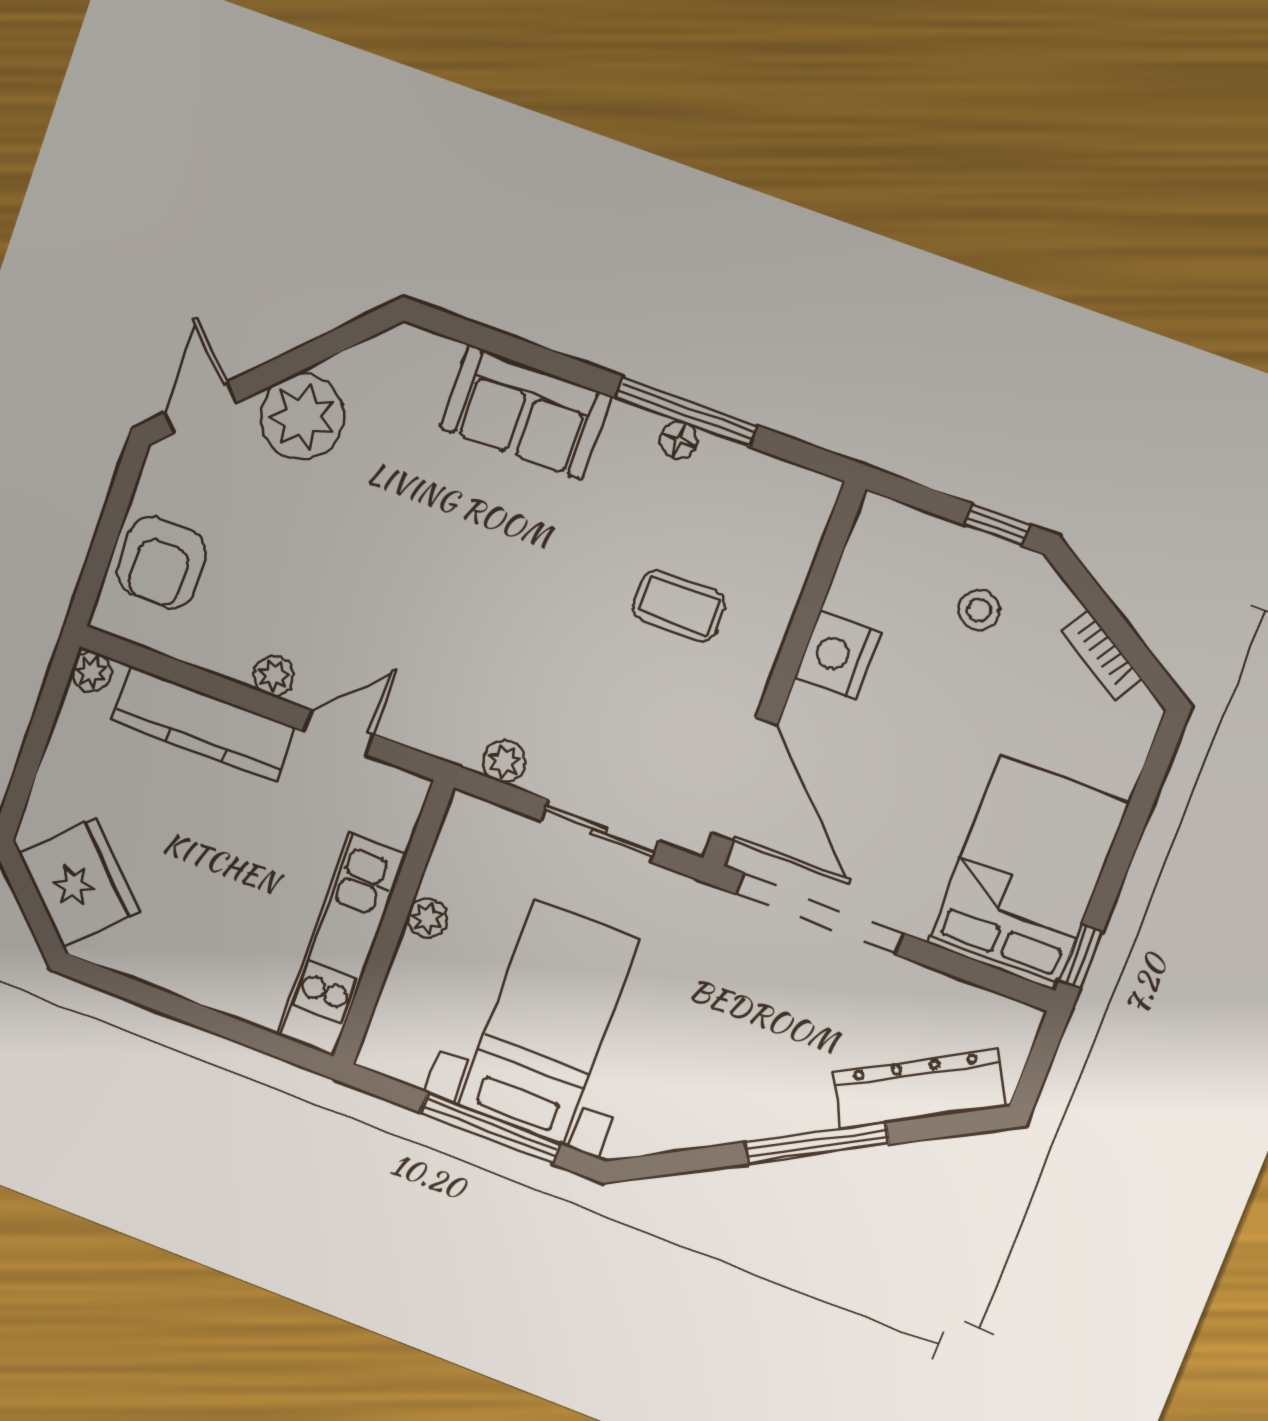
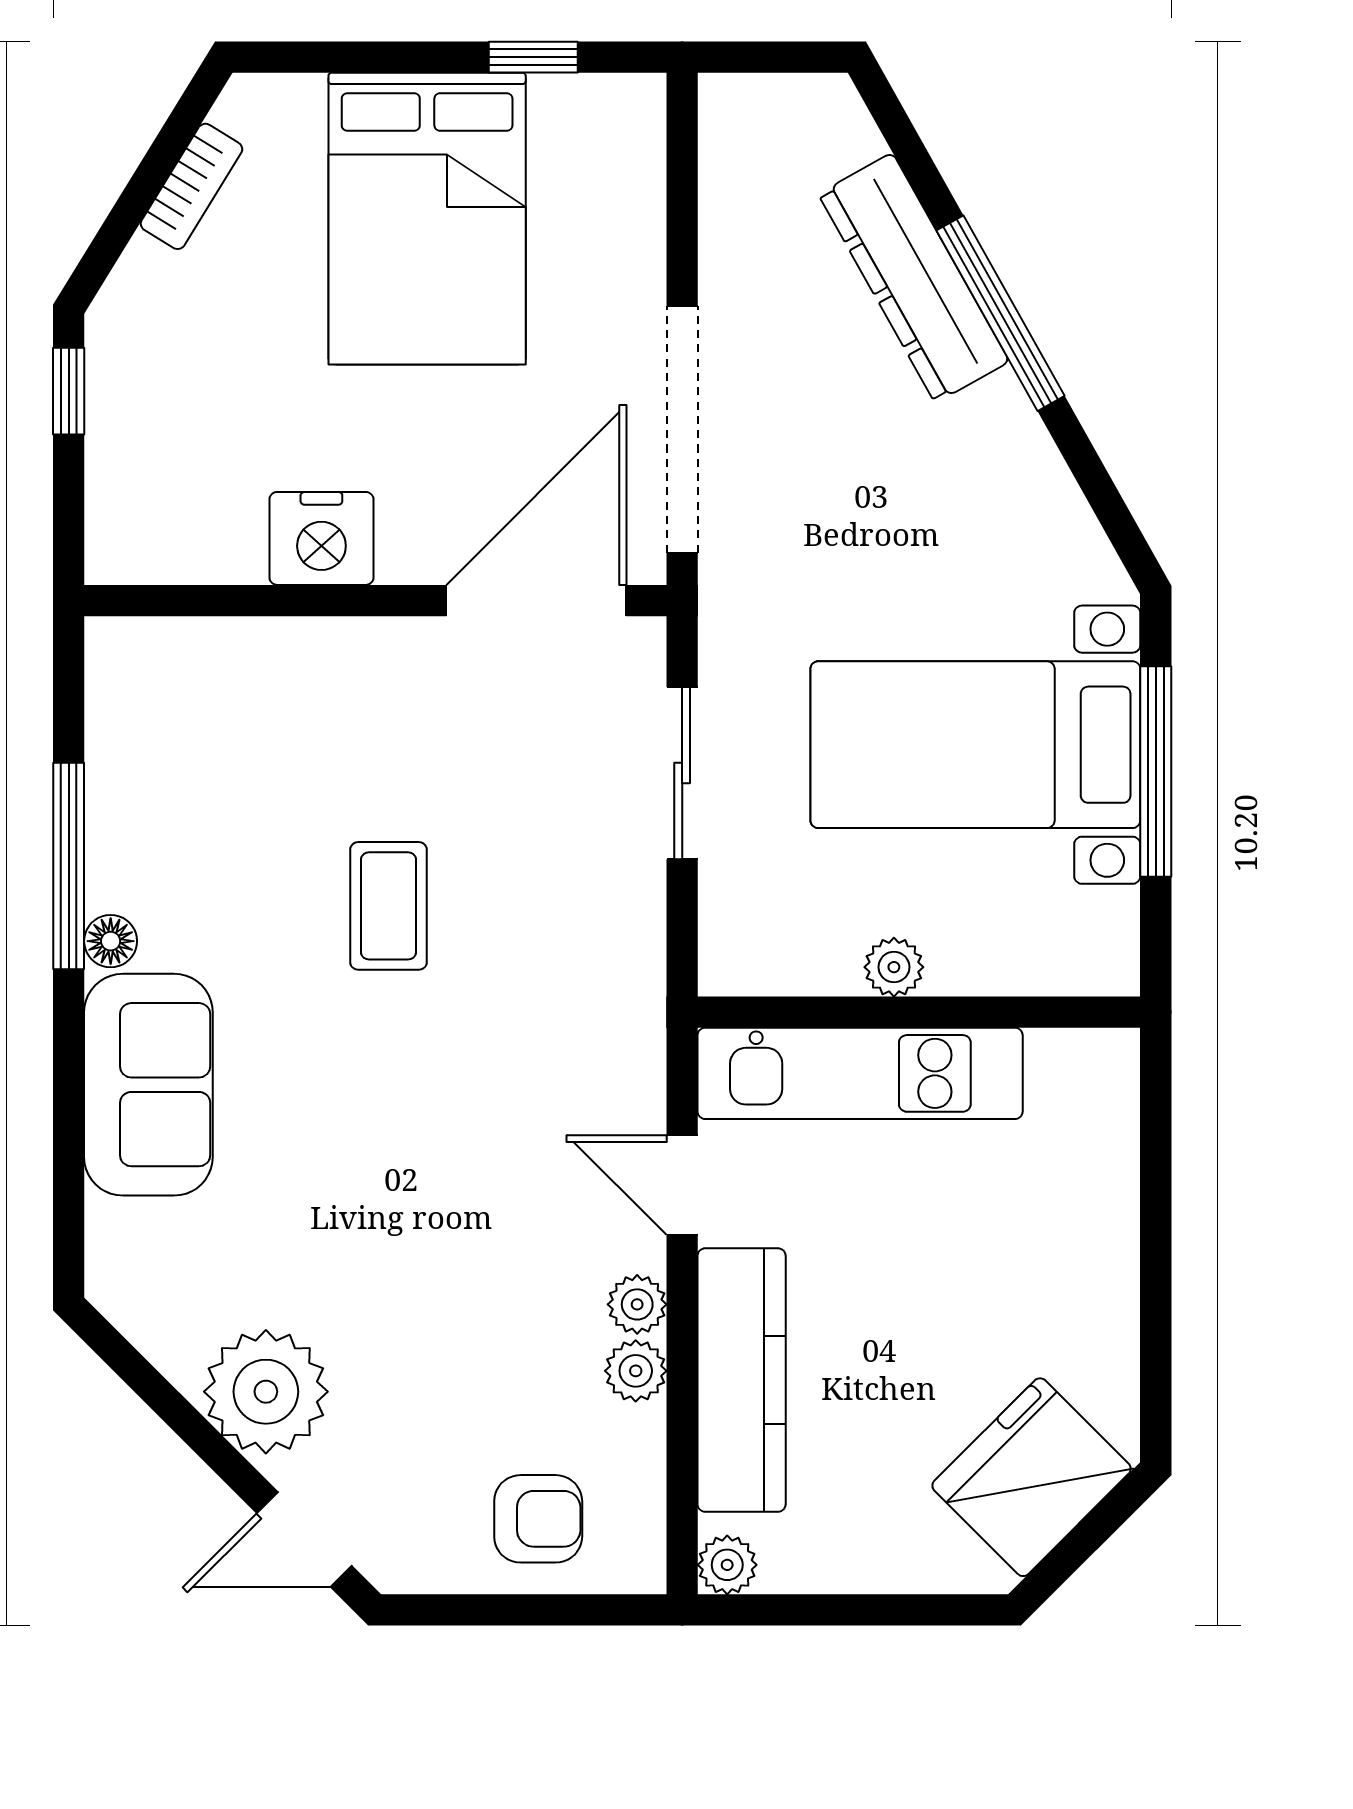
floor lamp: (679, 440) -> (111, 941), moved
armchair: (162, 562) -> (538, 1519), width x0.72, depth x0.72
coffee table: (679, 605) -> (388, 906), moved
stool: (979, 610) -> (191, 372), removed
plant: (504, 761) -> (636, 1371), moved
bed: (1028, 873) -> (427, 219), moved, turned -90
kitchen unit: (342, 945) -> (860, 1073), moved
window: (1081, 956) -> (533, 57), moved
dresser: (919, 1090) -> (914, 278), moved

